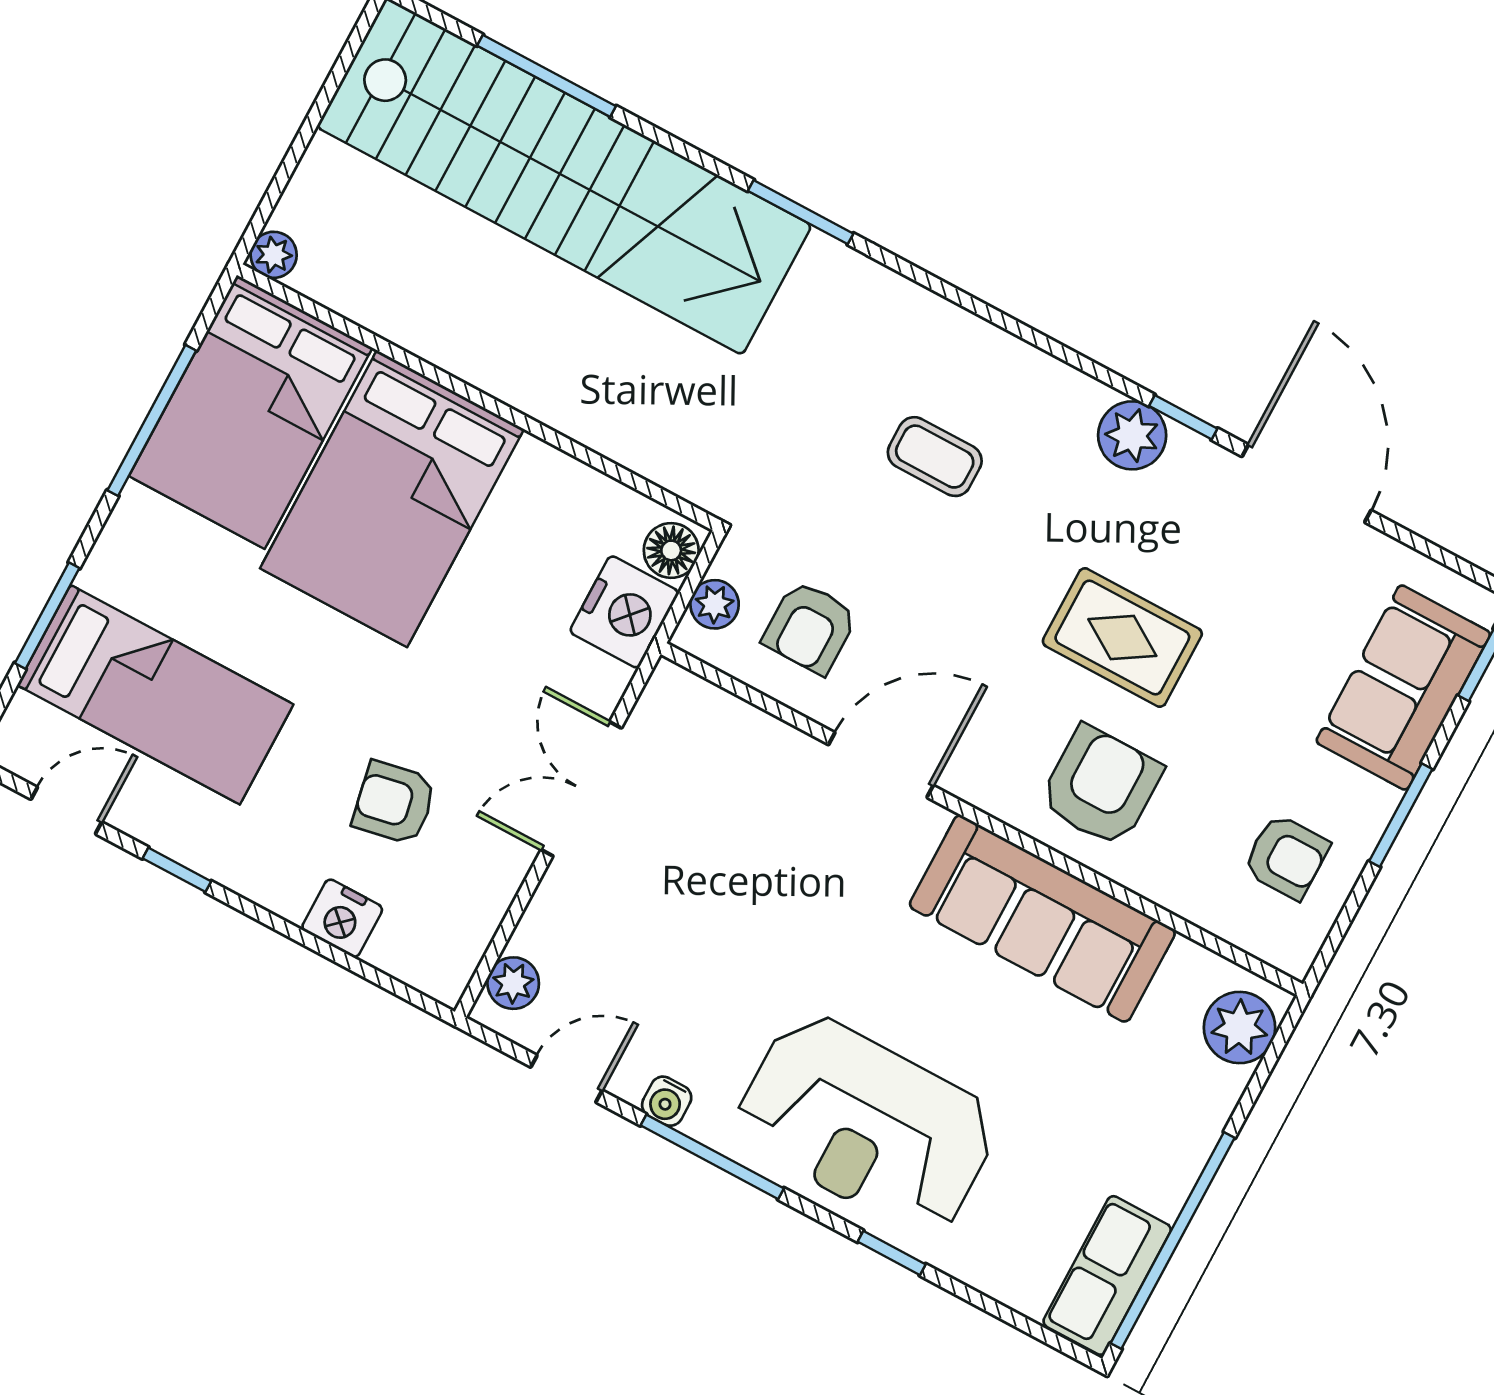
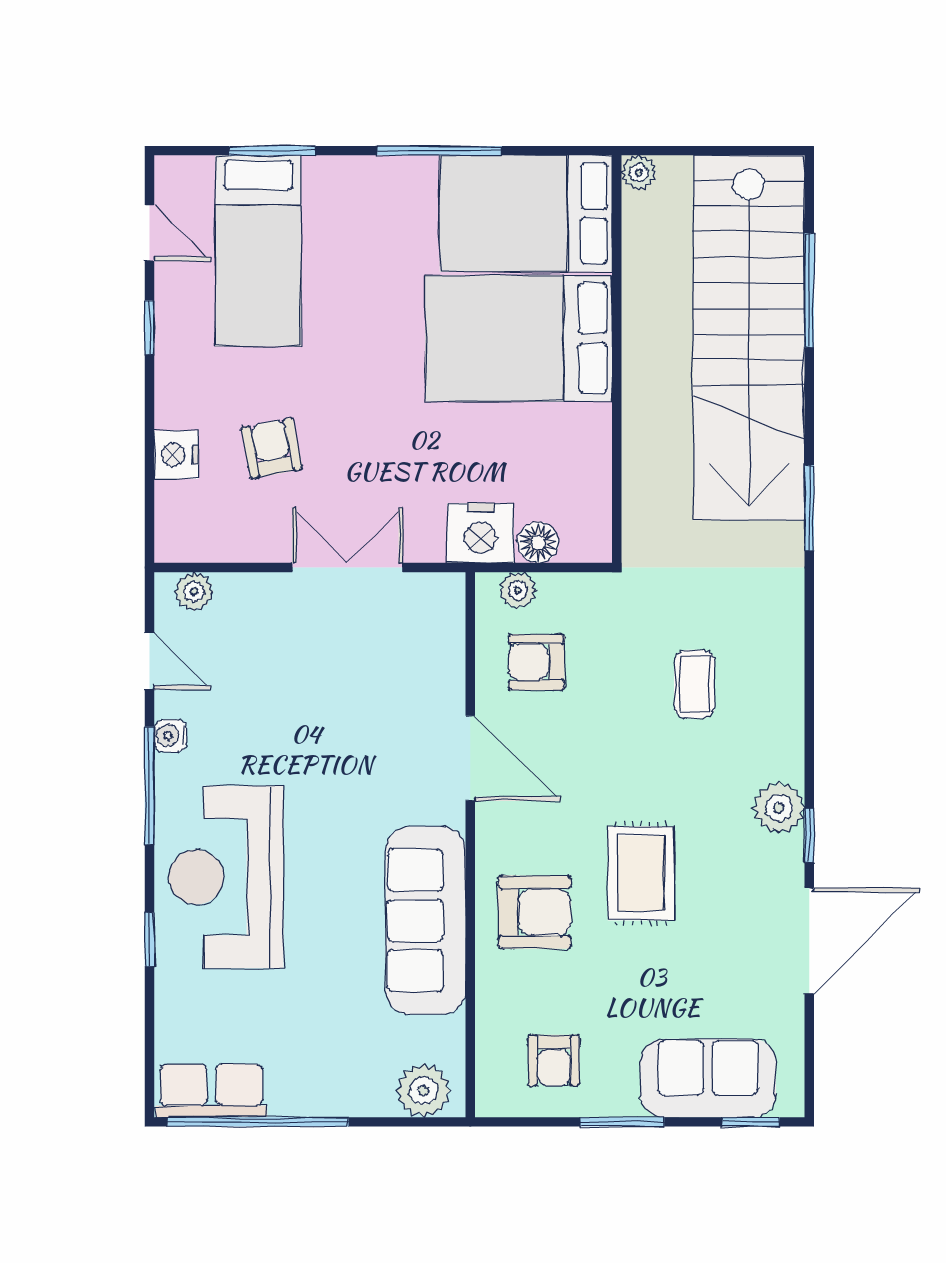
plant: (274, 255) -> (639, 173), moved
wall: (478, 397) -> (617, 359), moved
bed: (251, 412) -> (526, 213), moved
bed: (392, 499) -> (519, 338), moved

